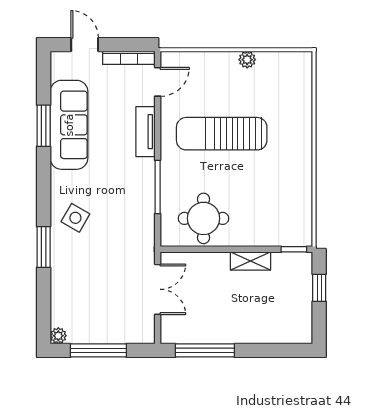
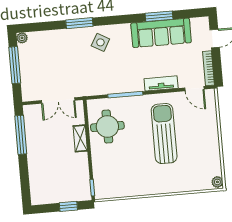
plant: (247, 60) -> (217, 182), moved
shelving: (251, 261) -> (80, 138), moved

